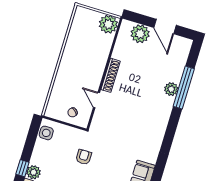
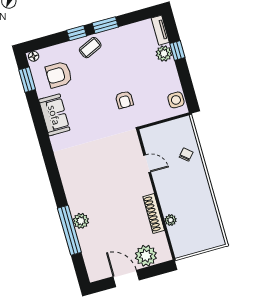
plant: (108, 24) -> (171, 220), moved, width x0.53, depth x0.53
shoe rack: (111, 75) -> (154, 214), moved
chair: (73, 112) -> (186, 155), moved

